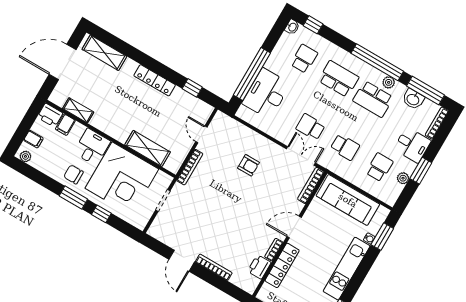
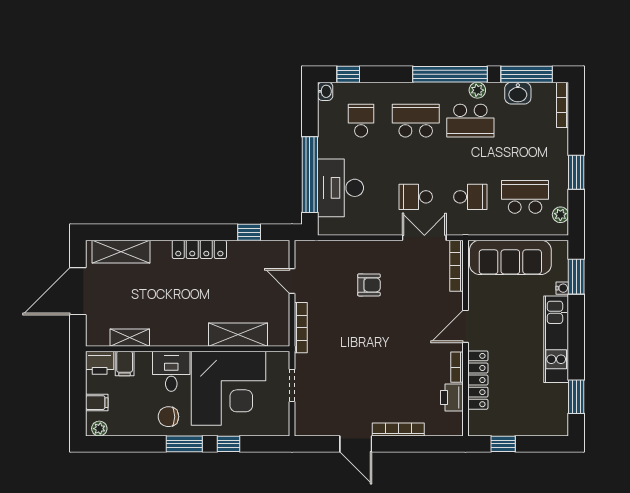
desk: (412, 145) -> (548, 148), removed
school desk: (379, 167) -> (525, 197), width x1.85
plant: (403, 178) -> (560, 215), moved

